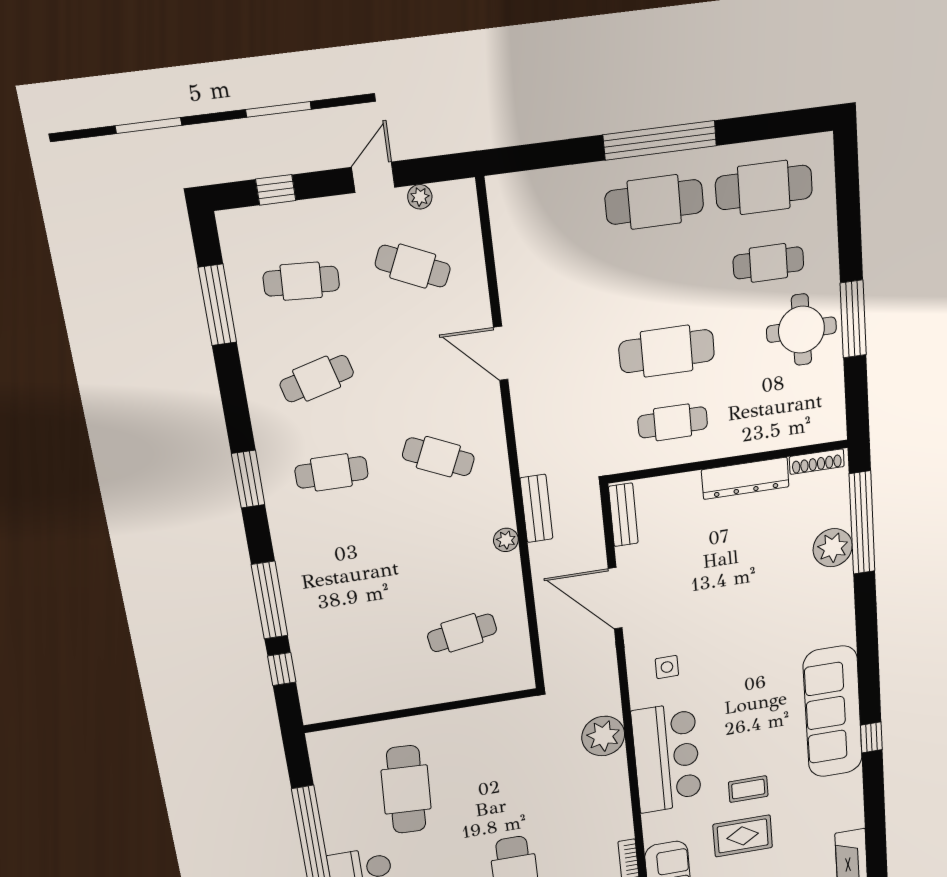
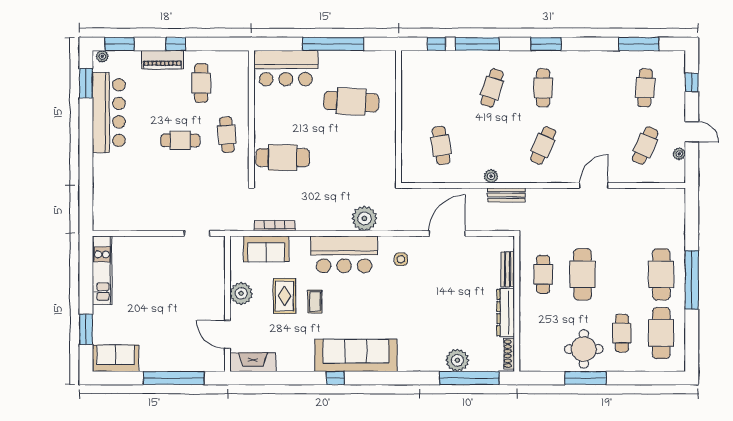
cafe table: (317, 379) -> (492, 88), moved, turned 33
bench: (623, 515) -> (508, 269), moved, turned 90

